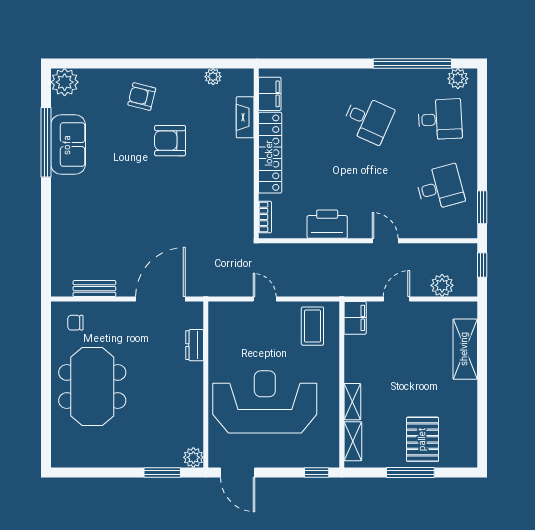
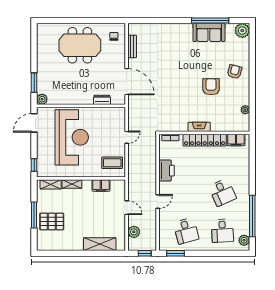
fireplace: (245, 117) -> (199, 127), moved
desk: (368, 119) -> (222, 192), turned -48
filing cabinet: (355, 318) -> (101, 185), moved

